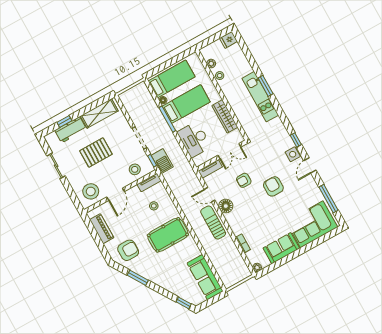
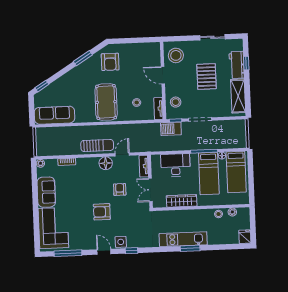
armchair: (273, 186) -> (102, 212), turned 180
piano: (102, 229) -> (140, 49), removed

